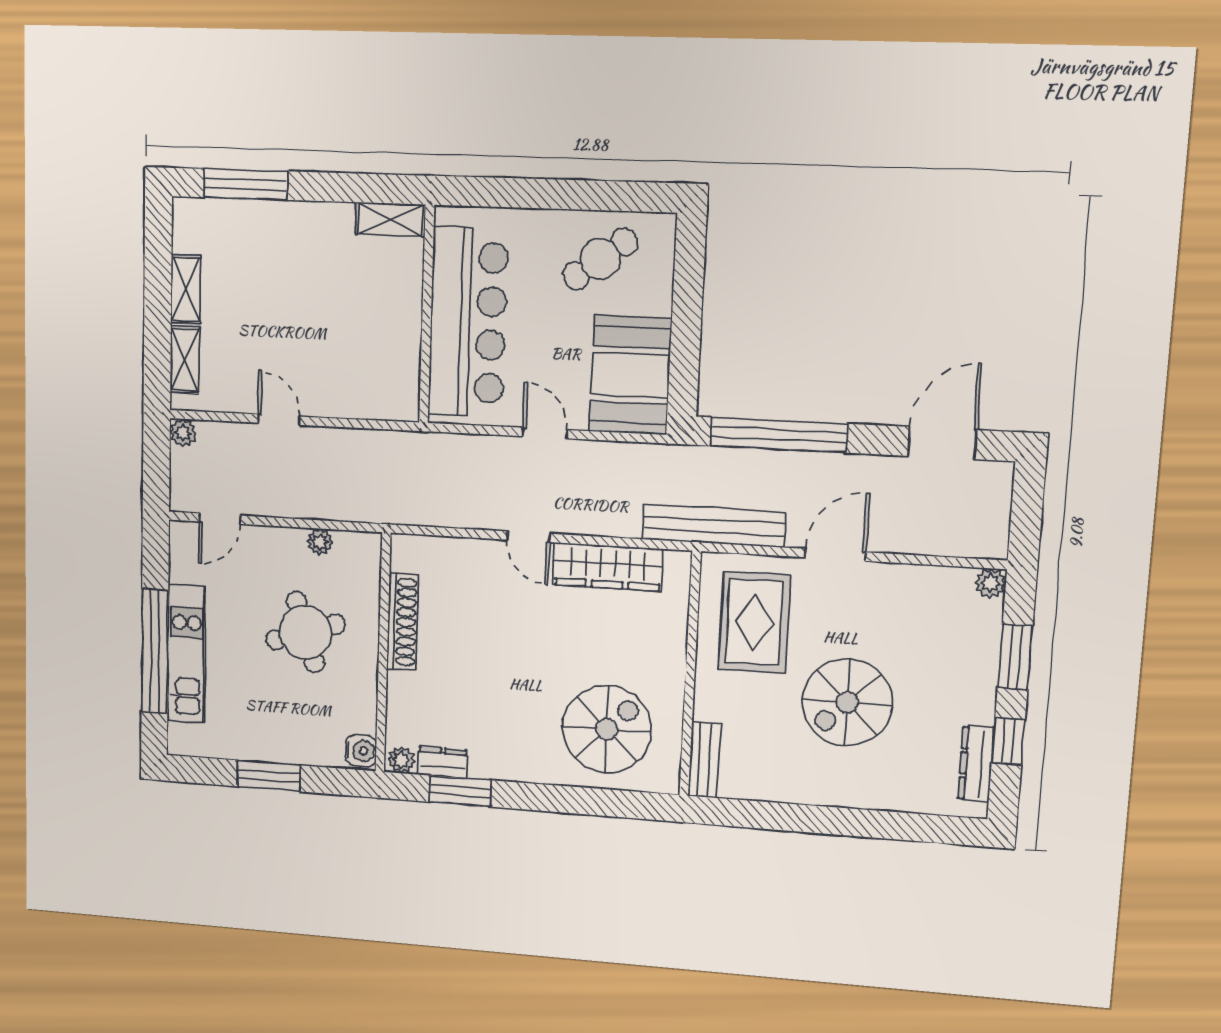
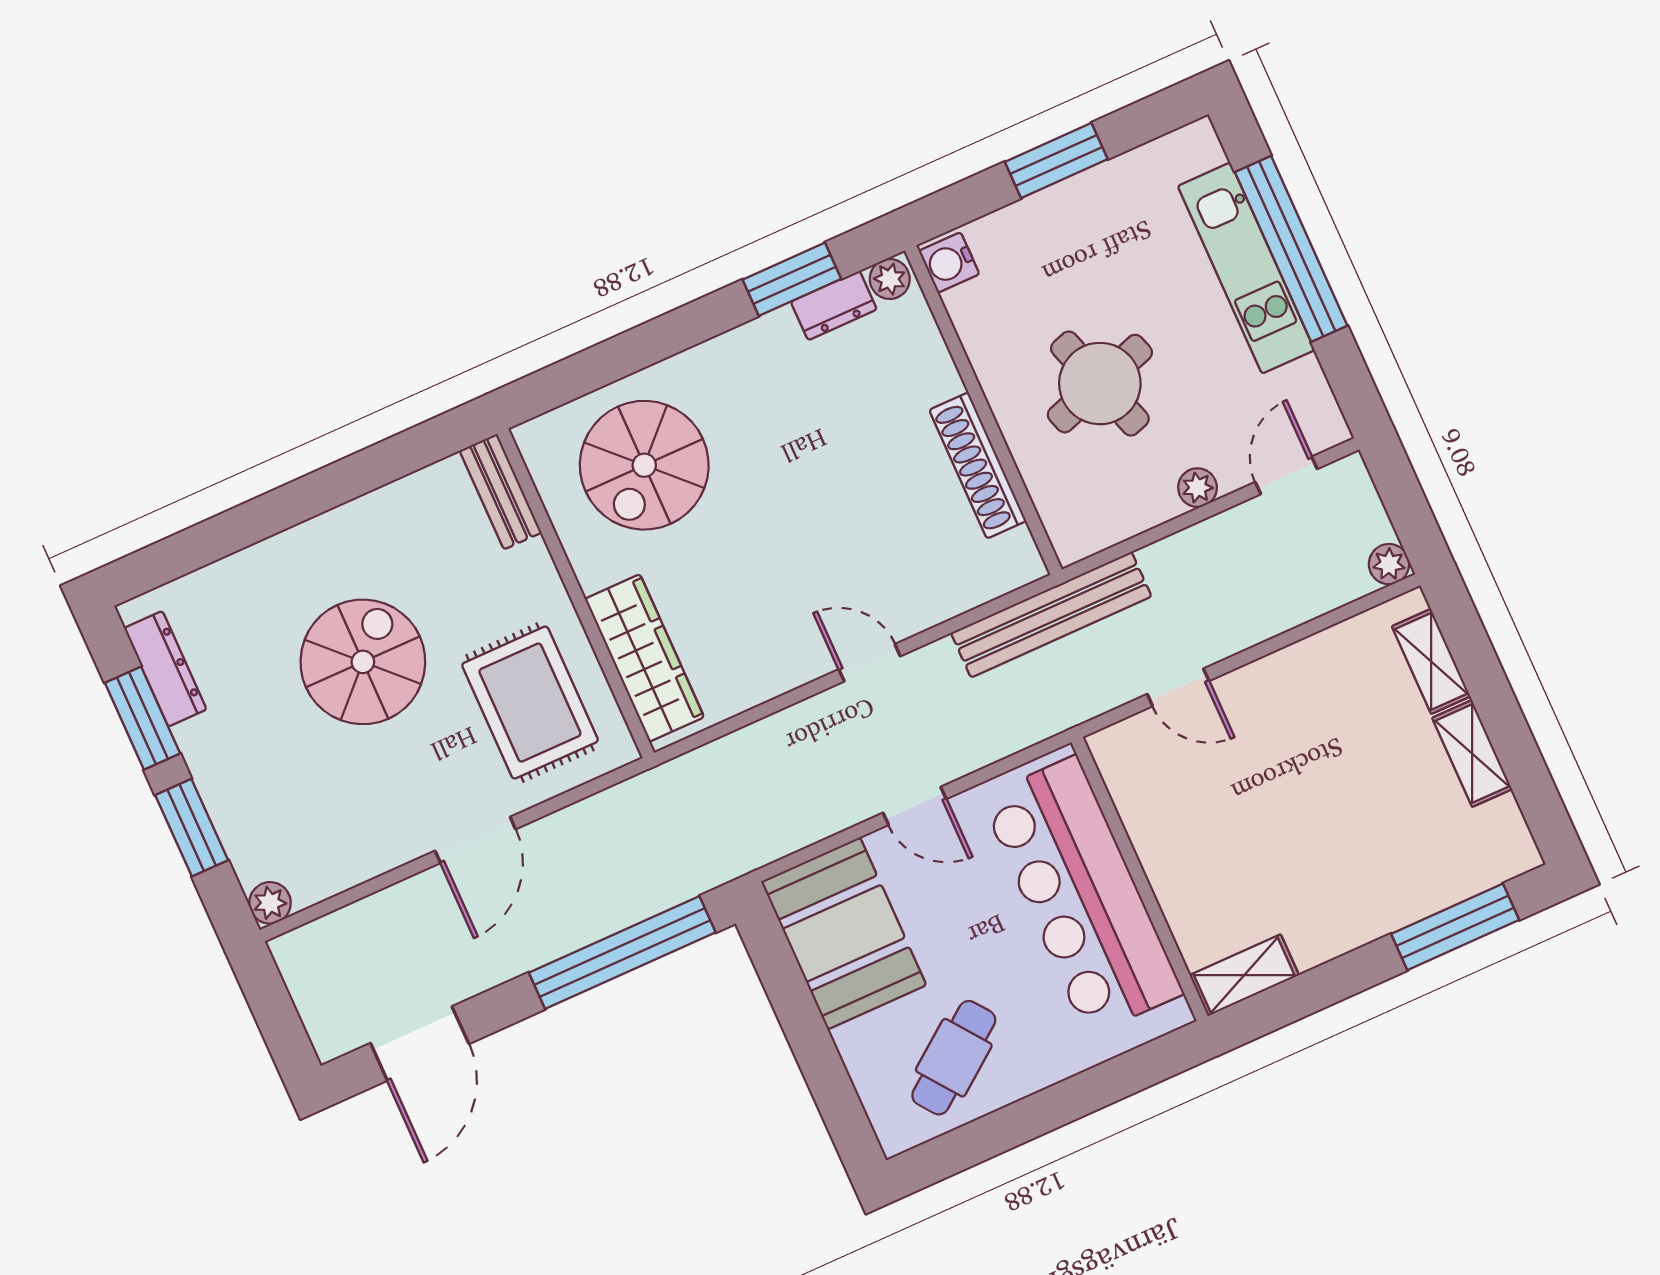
door: (279, 420) -> (1178, 687), moved
bench: (714, 526) -> (1051, 615), moved
plant: (320, 542) -> (1198, 488), moved
wardrobe: (608, 567) -> (644, 658), moved, turned 90
window: (1008, 741) -> (142, 718), width x1.50

